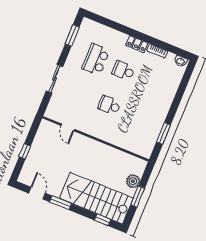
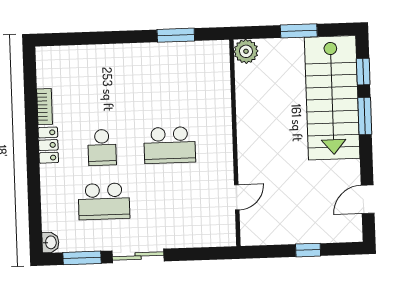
washbasin: (180, 61) -> (50, 242), moved
sliding door: (55, 79) -> (138, 256), moved
school desk: (109, 105) -> (170, 145), width x1.85
plant: (133, 181) -> (246, 51), moved
window: (60, 203) -> (365, 116), moved

